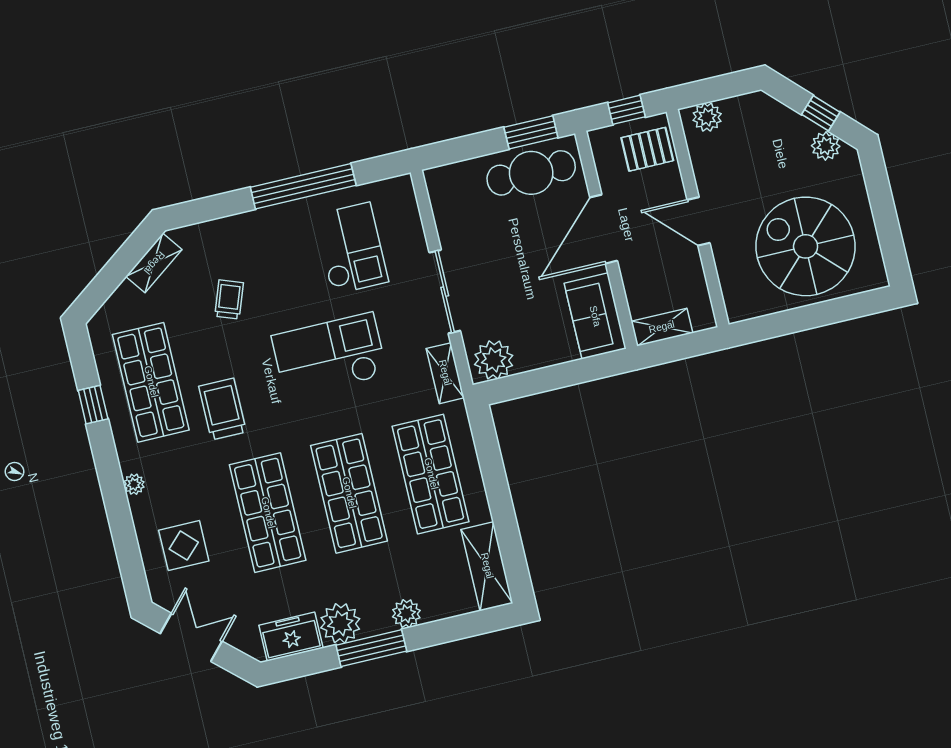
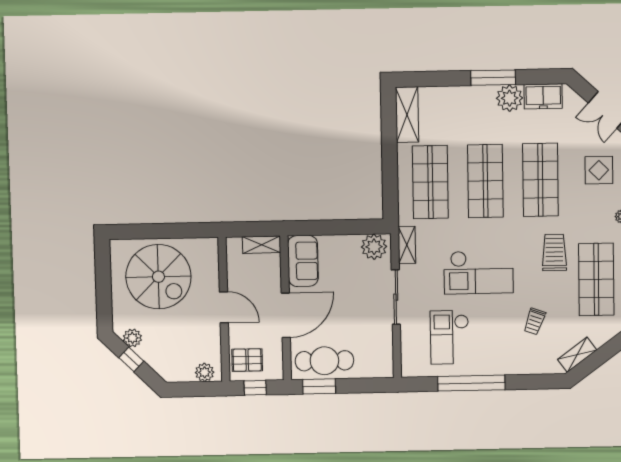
trolley: (223, 409) -> (554, 252), turned 180
plant: (406, 614) -> (466, 95), removed

